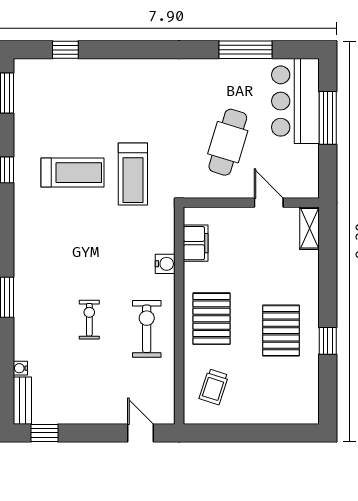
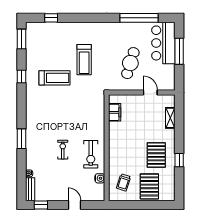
window: (246, 50) -> (139, 18), width x1.46
treadmill: (133, 174) -> (84, 60), moved
shelving: (309, 228) -> (170, 118), moved
water cooler: (165, 264) -> (100, 178), moved
pallet: (212, 319) -> (149, 186), moved
exercise bike: (147, 329) -> (91, 154), turned 180
door: (140, 433) -> (75, 205), moved

